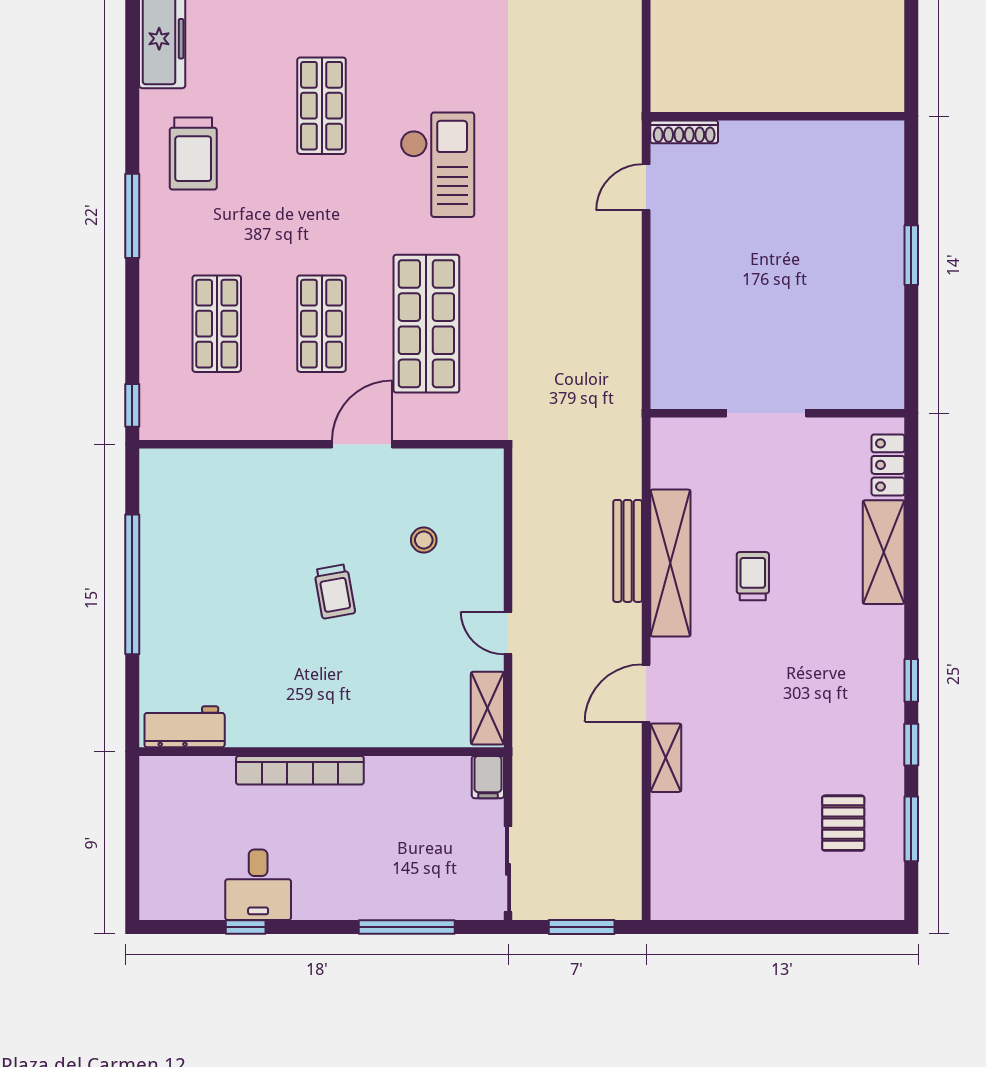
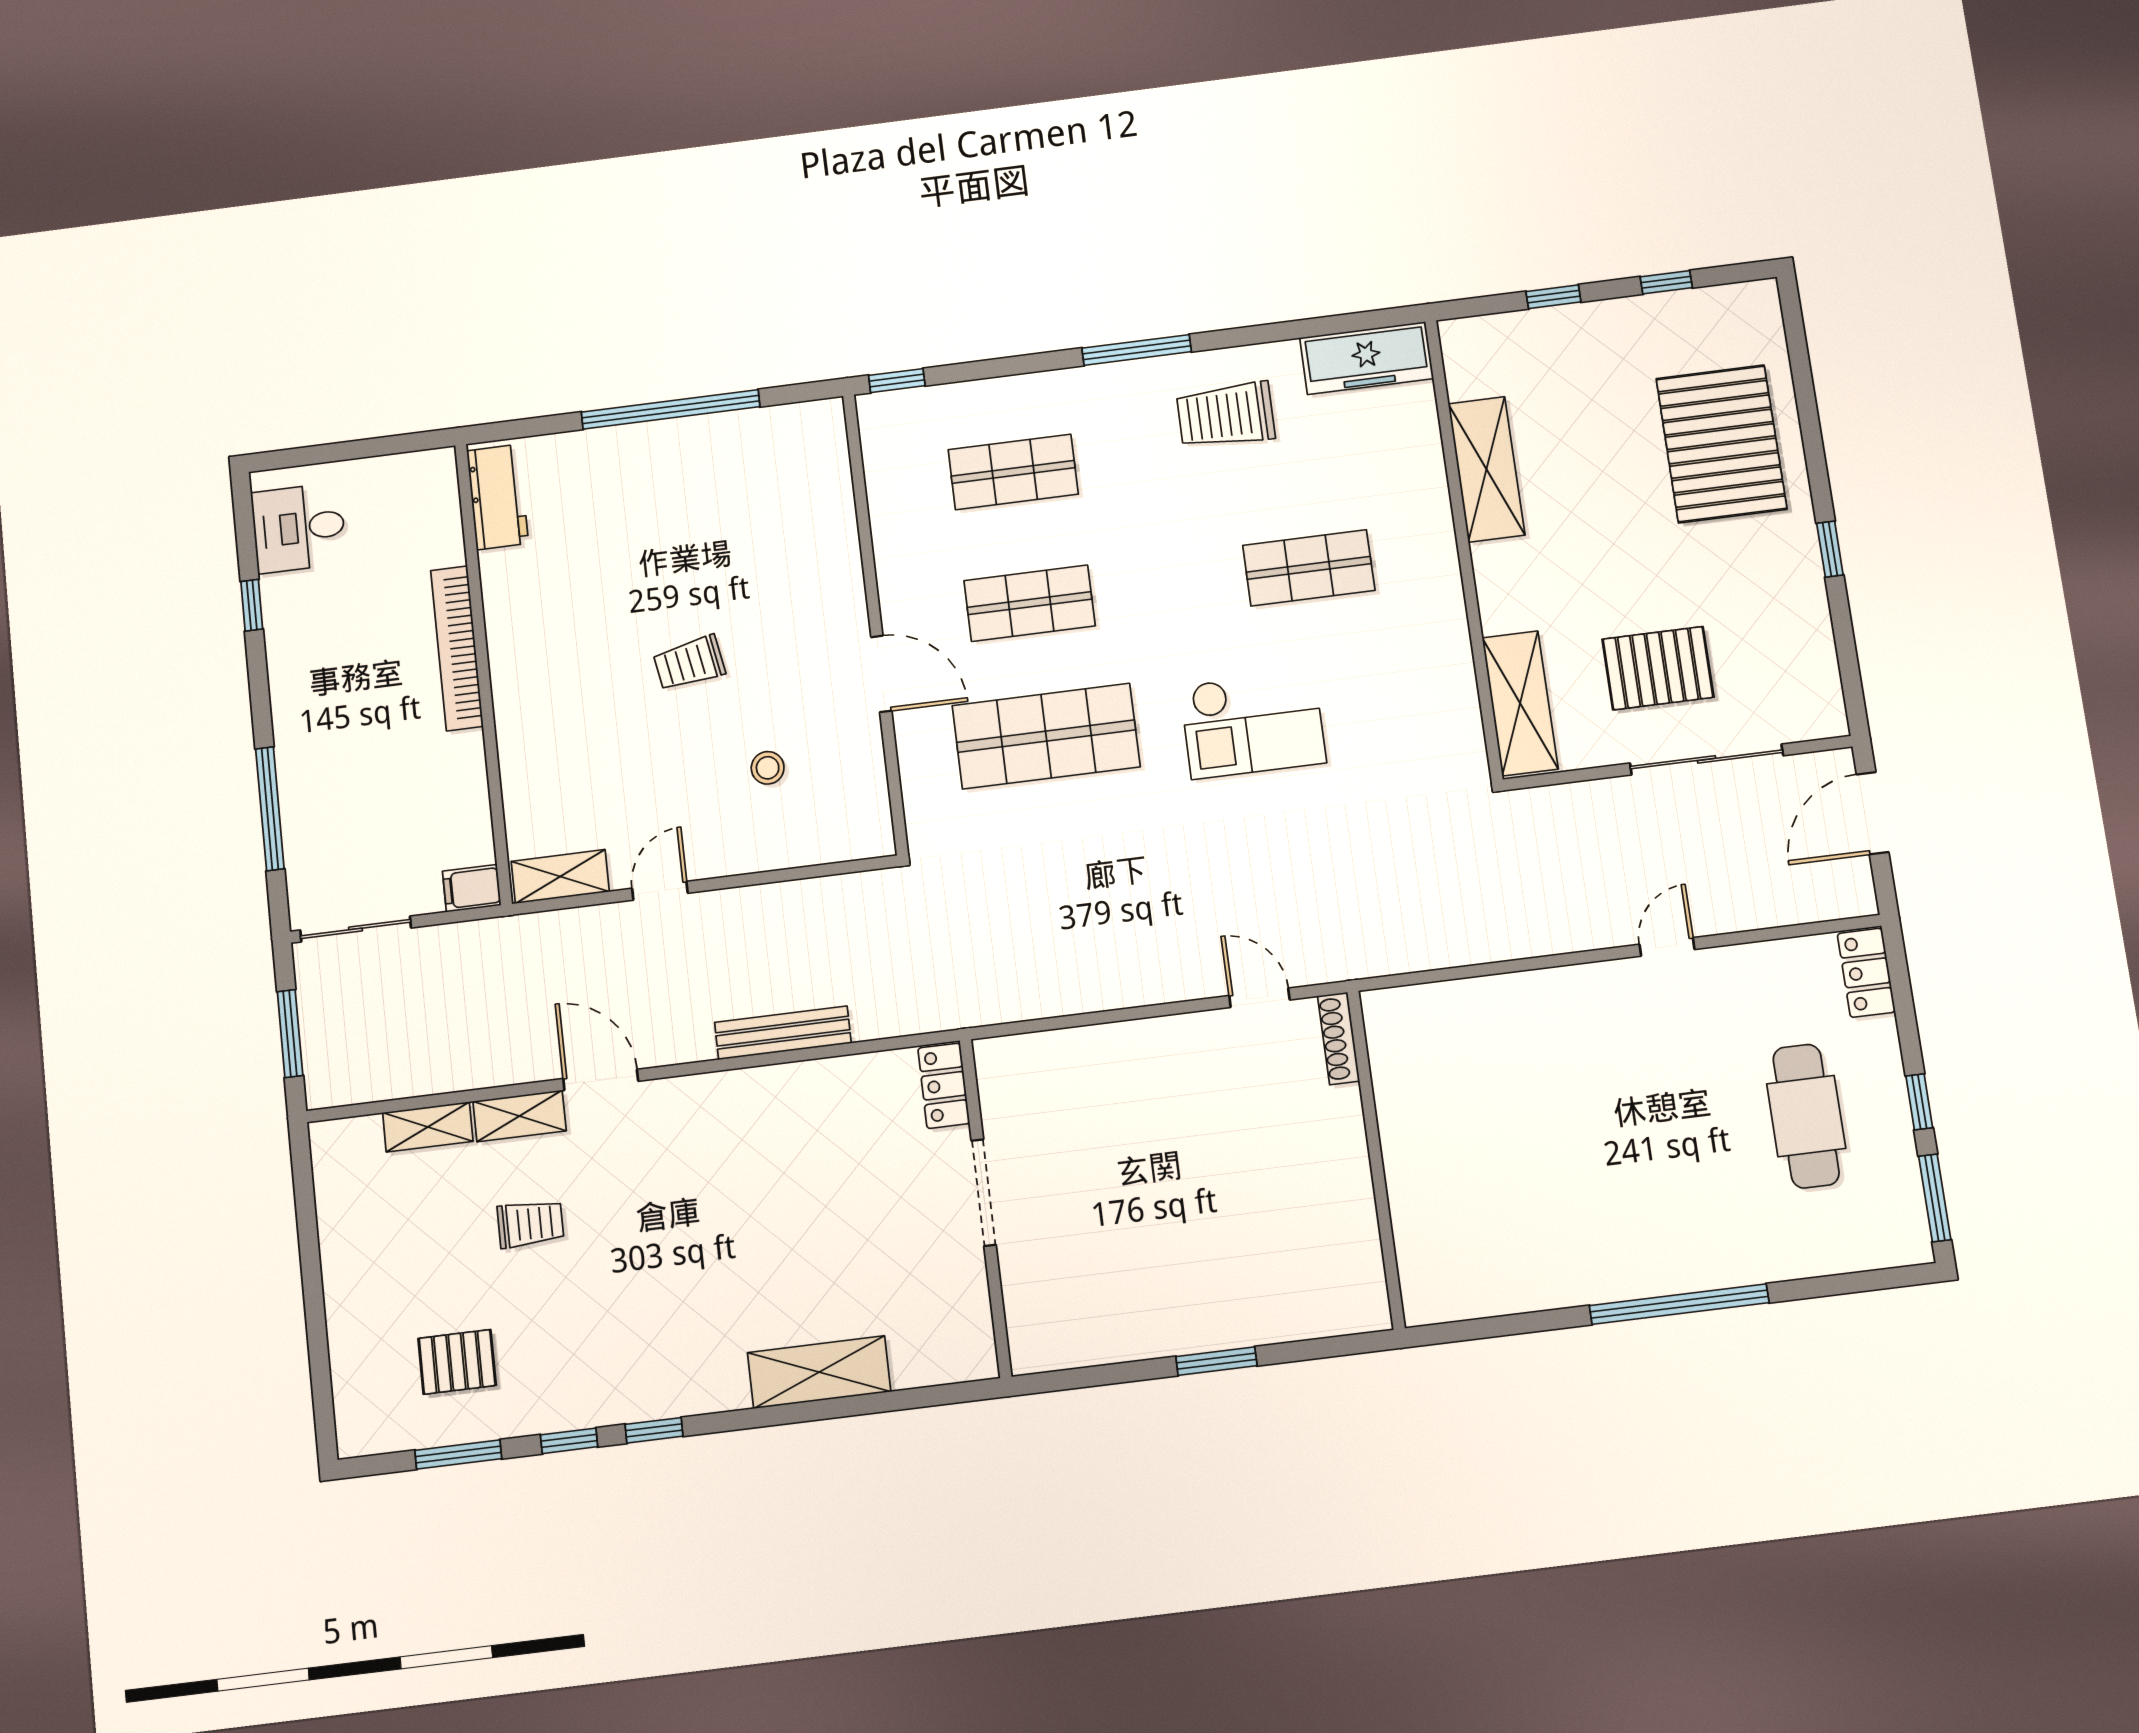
locker: (888, 465) -> (944, 1086), moved, turned -90
shelving: (670, 563) -> (428, 1127), moved, width x0.45, depth x0.75
trolley: (753, 576) -> (530, 1224), moved
desk: (258, 885) -> (299, 528), moved

